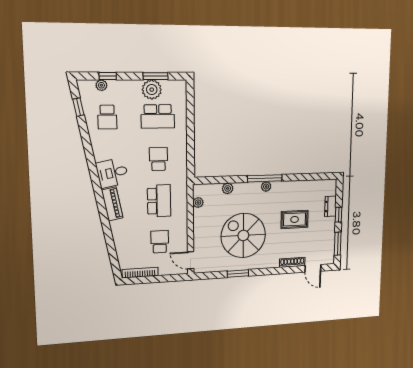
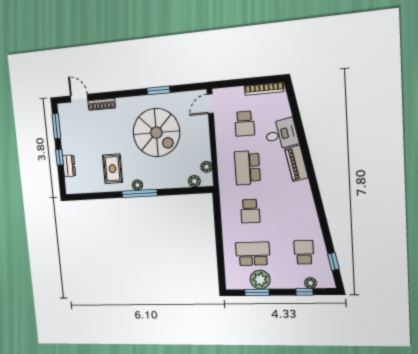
desk: (112, 173) -> (281, 134), moved
plant: (228, 188) -> (194, 181), moved
rug: (295, 219) -> (113, 169), moved, turned 90
door: (191, 260) -> (210, 104), swing flipped

